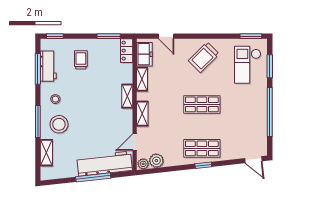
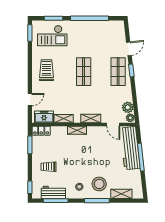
trolley: (204, 57) -> (46, 70), turned -135
door: (253, 160) -> (129, 49), moved

